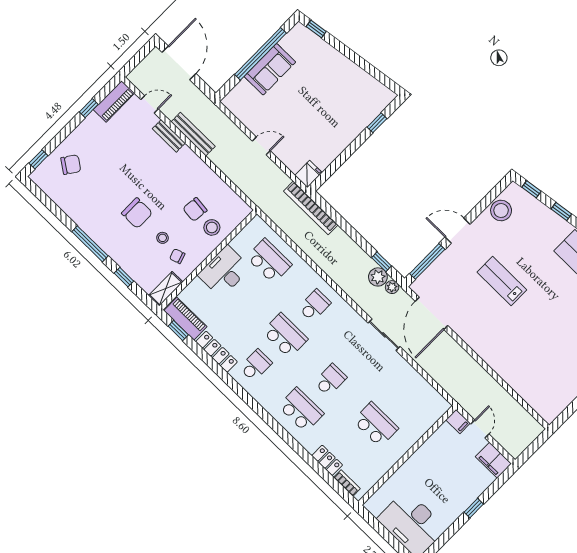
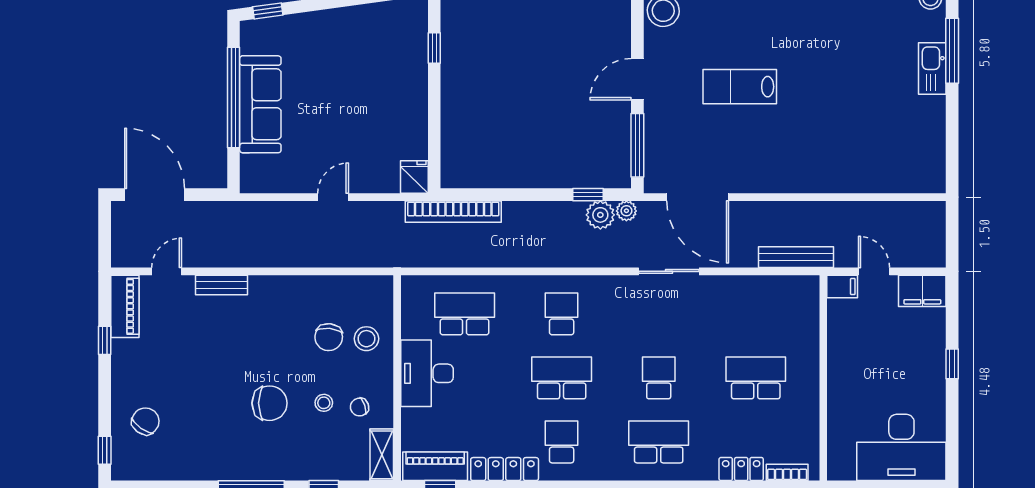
sofa: (270, 69) -> (260, 104), width x1.36
bench: (193, 134) -> (796, 257), moved

